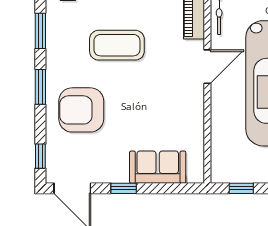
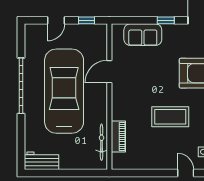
door: (207, 67) -> (109, 72), moved

